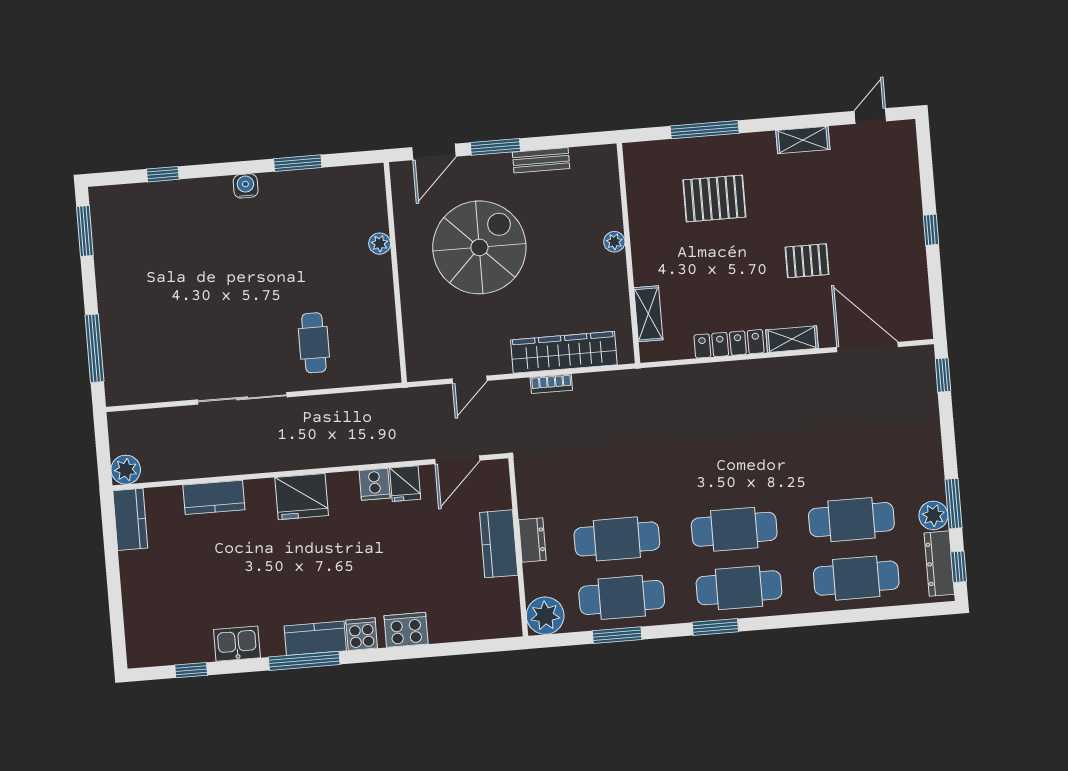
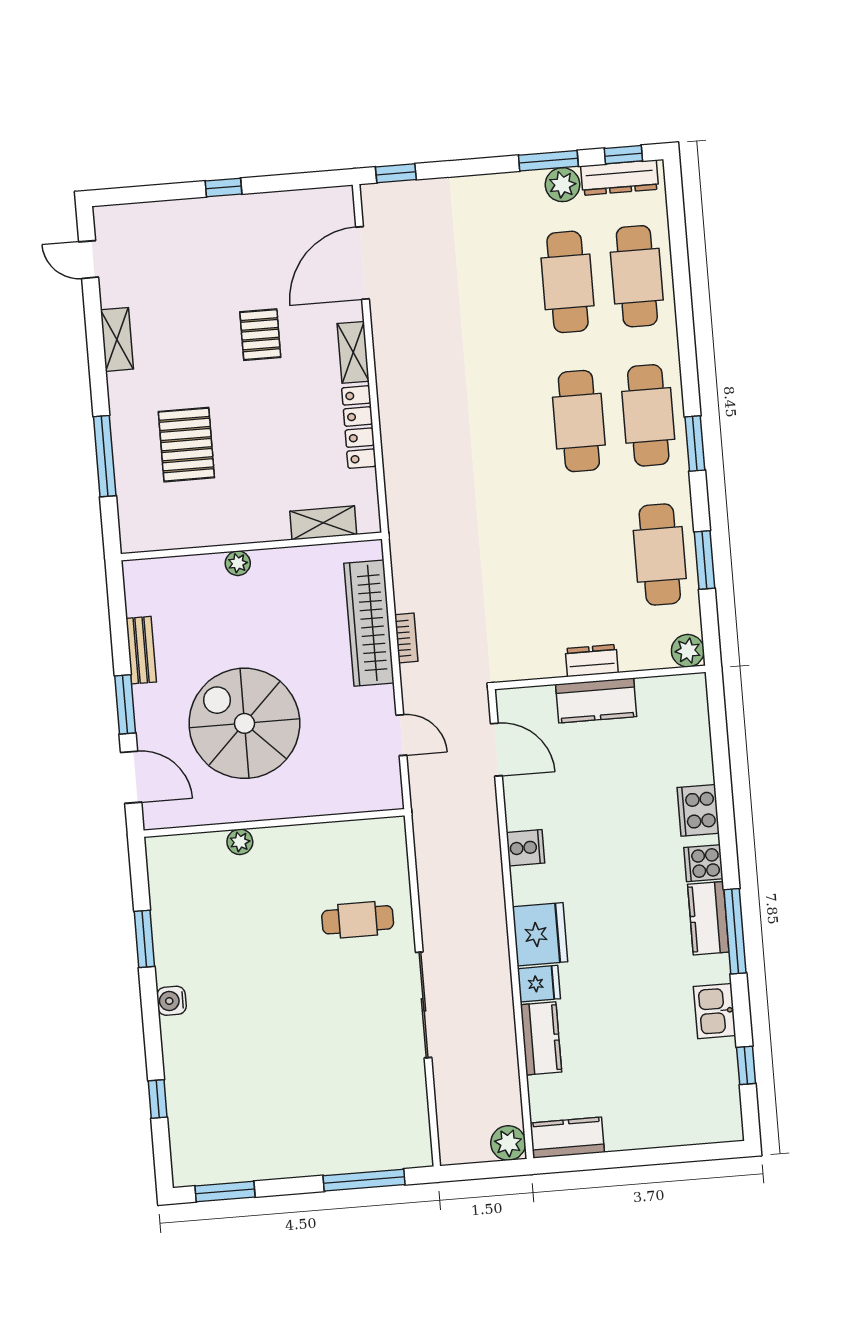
fridge: (405, 484) -> (539, 984), moved
cafe table: (617, 539) -> (590, 560), removed
plant: (545, 616) -> (688, 651), width x0.73, depth x0.73

